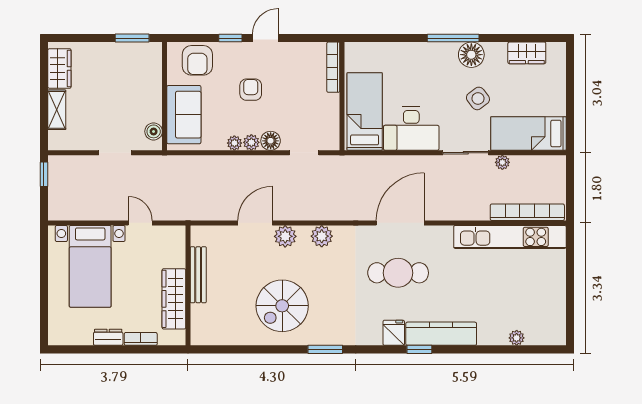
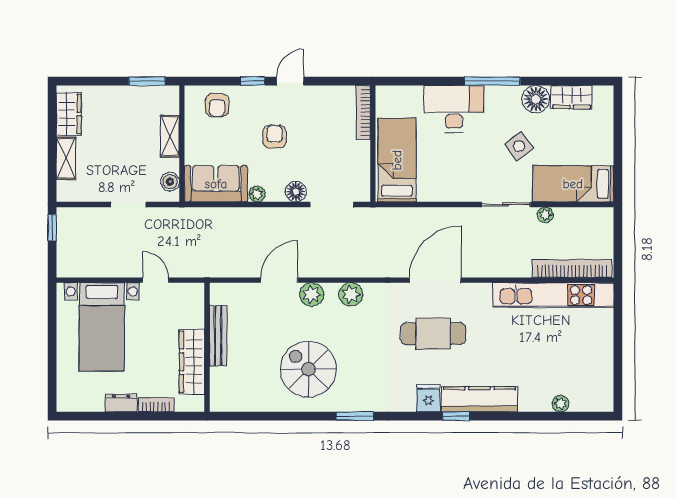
floor lamp: (471, 55) -> (536, 99), moved
armchair: (197, 60) -> (217, 105), width x0.72, depth x0.72
shelving: (153, 89) -> (170, 136), added
sofa: (184, 115) -> (216, 184), moved, turned -90
desk: (411, 129) -> (454, 109), moved, turned 180
plant: (251, 142) -> (275, 193), removed
doorway: (304, 153) -> (332, 205), width x1.38
spiral stairs: (282, 306) -> (308, 369), turned 90

